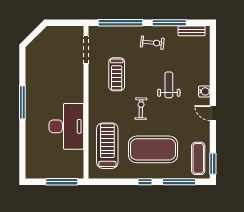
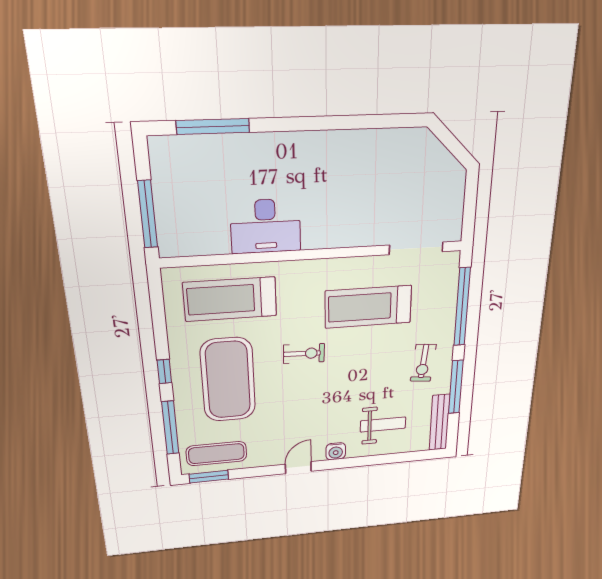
bench: (191, 31) -> (440, 422), width x1.36
treadmill: (117, 74) -> (368, 307), width x1.37, depth x1.38
weight bench: (169, 85) -> (383, 425), moved
window: (22, 102) -> (213, 126), moved
desk: (66, 126) -> (266, 226), width x0.73, depth x0.77
treadmill: (107, 146) -> (230, 299), turned 180

